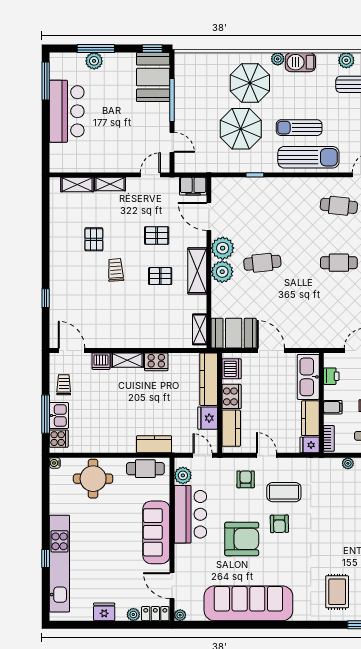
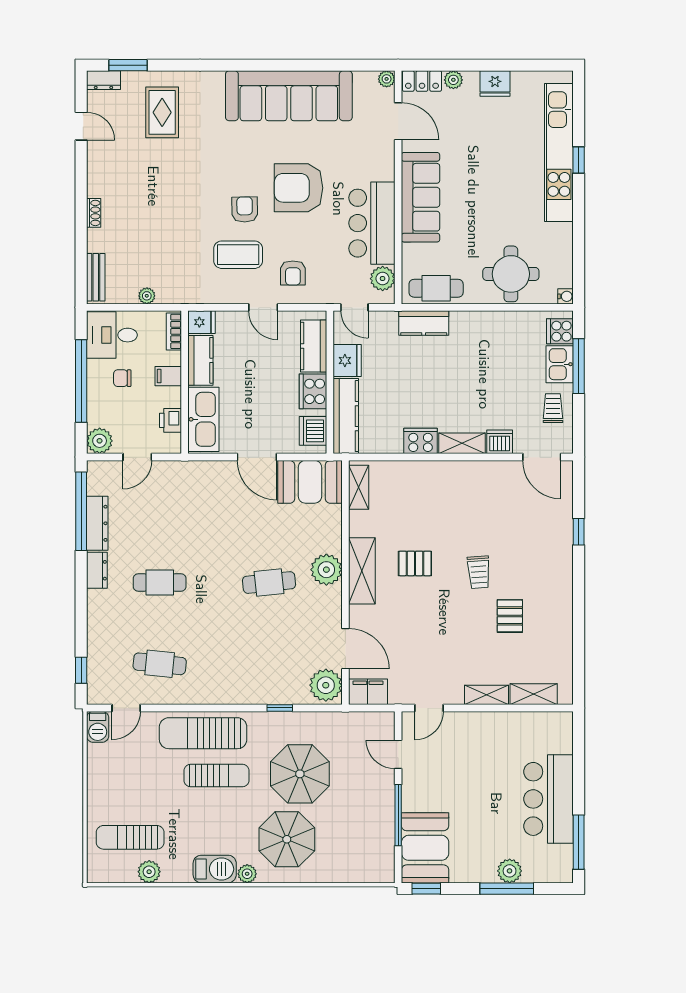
pallet: (157, 235) -> (420, 621), removed
plant: (223, 248) -> (326, 685), moved
trolley: (64, 385) -> (553, 408), turned 180

